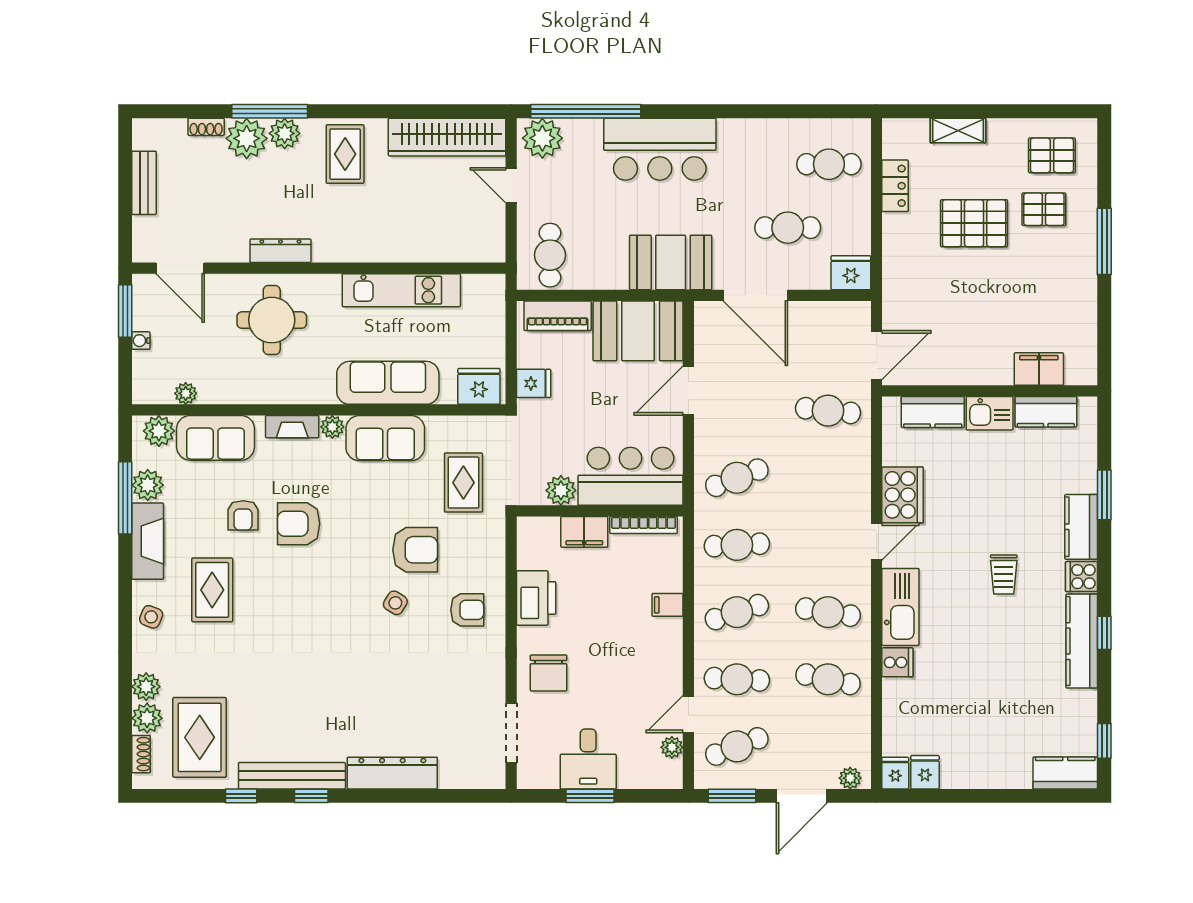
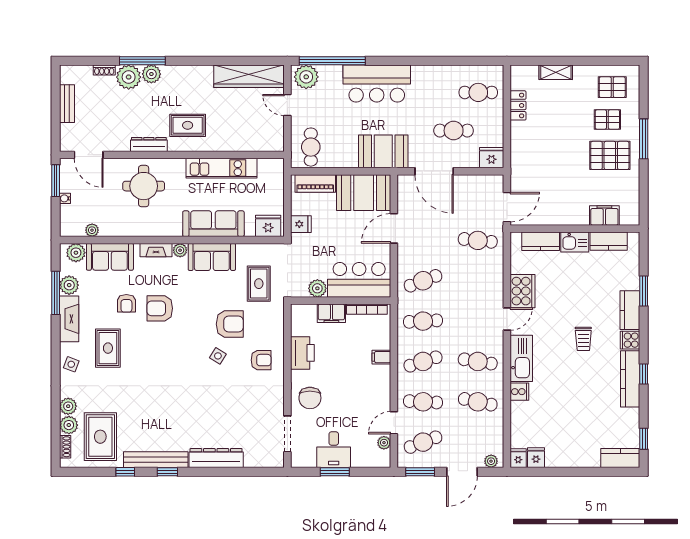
rug: (345, 154) -> (188, 125), moved, turned 90
pallet: (974, 223) -> (610, 155), moved

